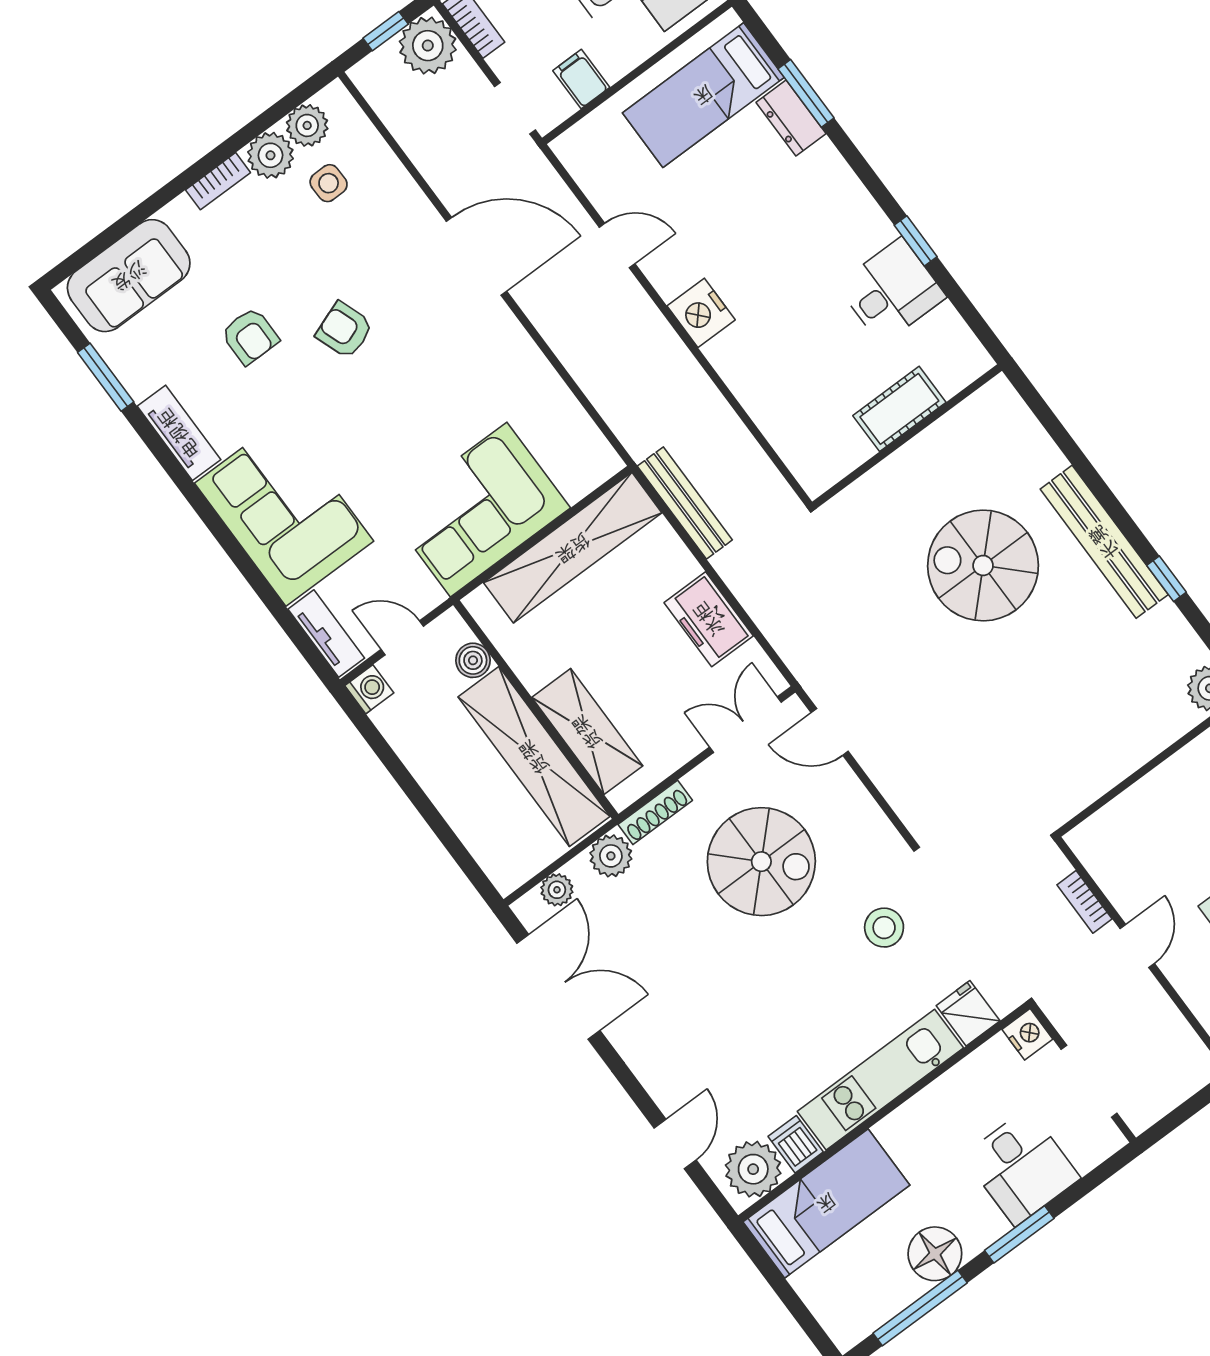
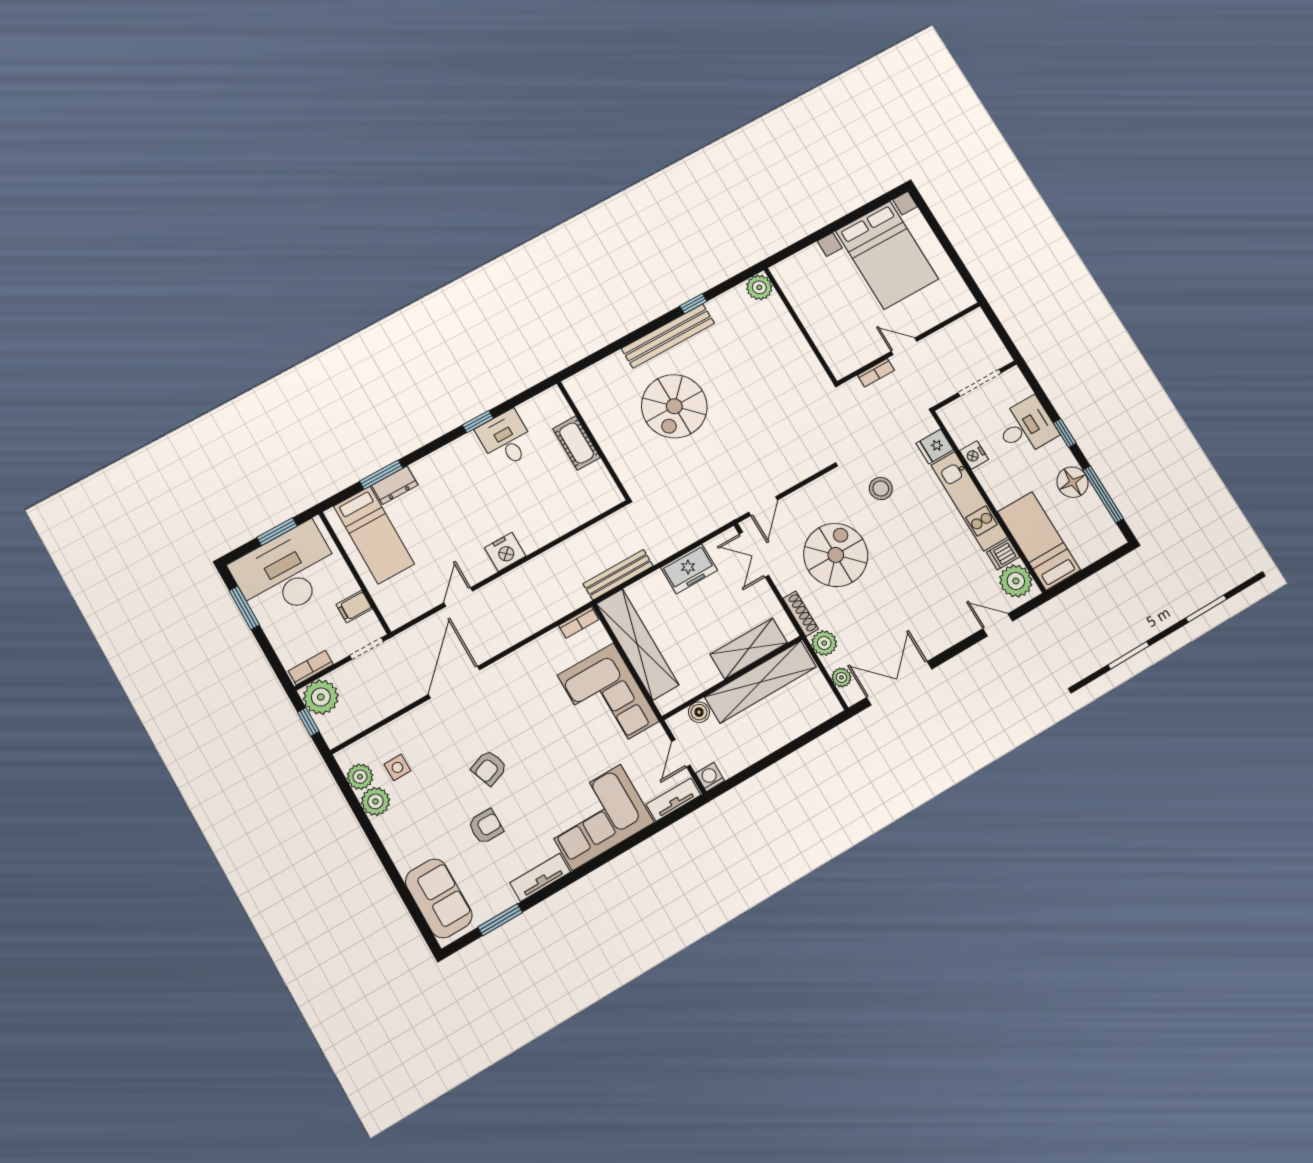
bookcase: (218, 181) -> (579, 623), moved, turned 90
nightstand: (1027, 1034) -> (974, 455), moved, turned -90
window: (1019, 1234) -> (1065, 433), width x0.67

